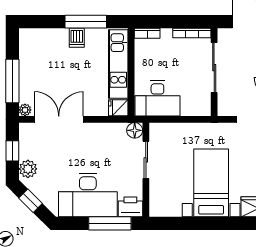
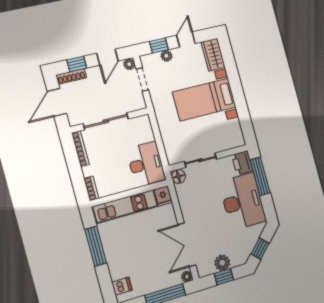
dishwasher: (77, 38) -> (122, 286), moved
plant: (28, 169) -> (222, 263), moved

